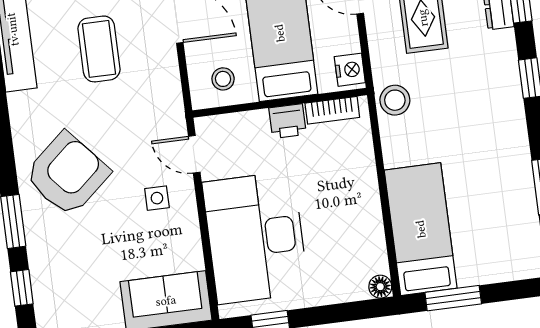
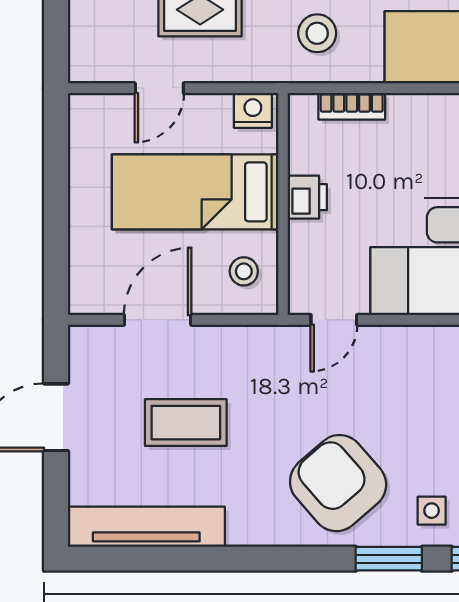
stool: (395, 100) -> (317, 33), moved
bookcase: (332, 110) -> (352, 106), moved, turned 90
side table: (157, 198) -> (432, 511), moved

